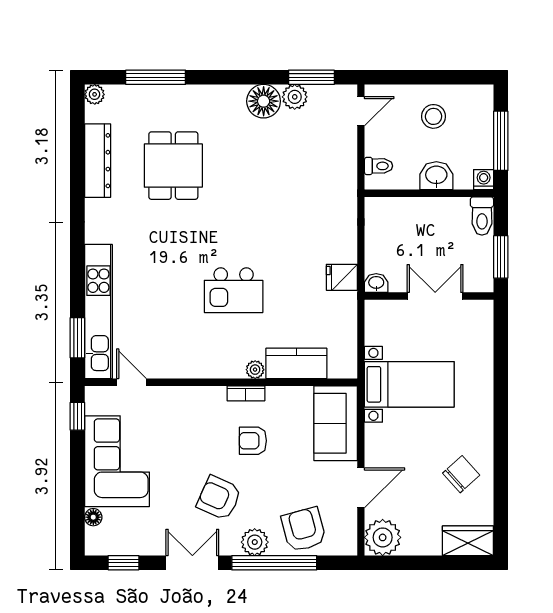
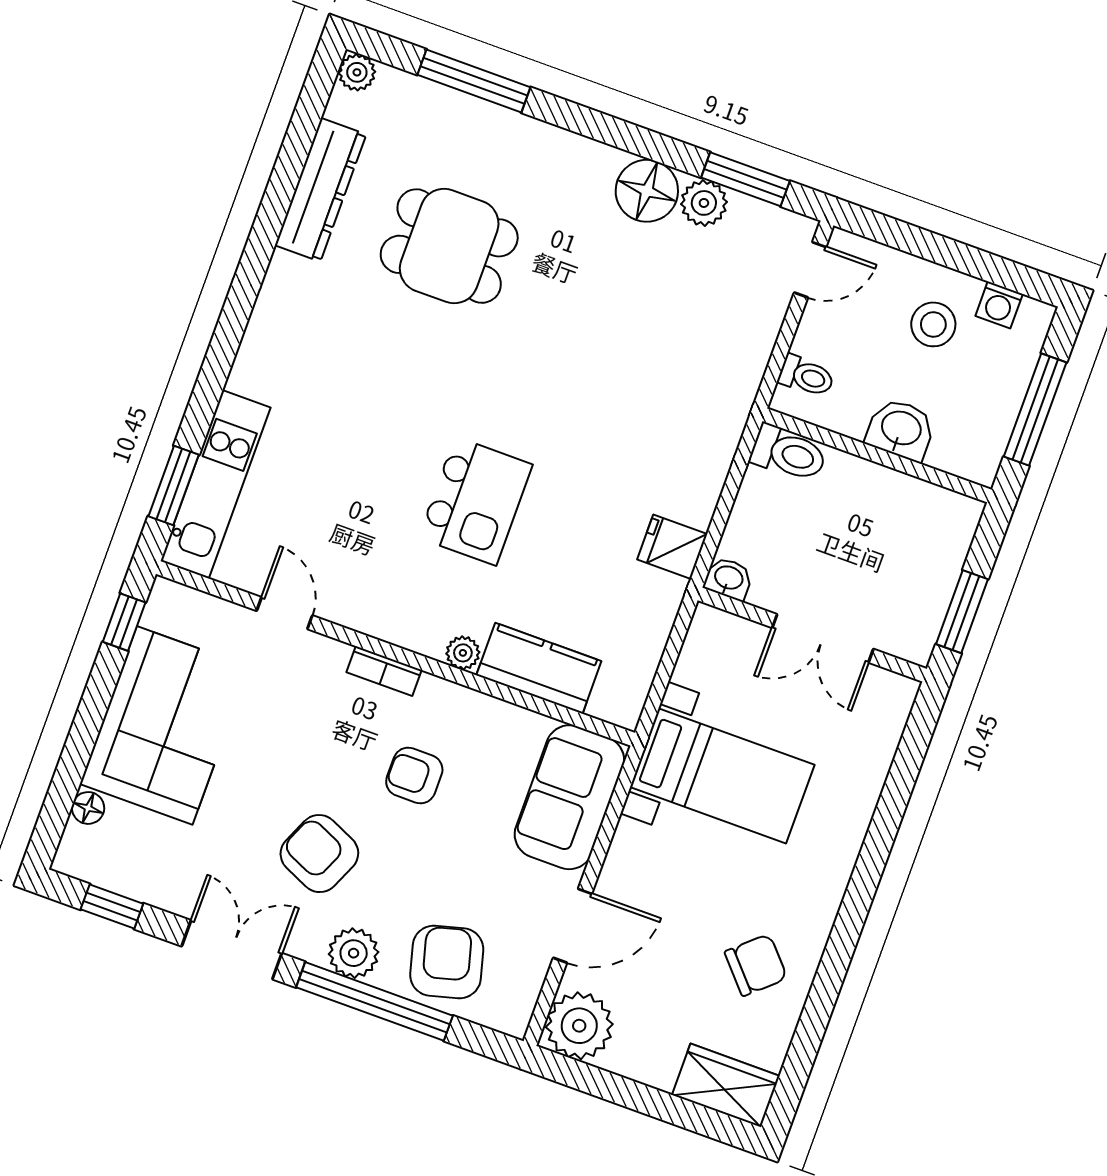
dining table: (173, 166) -> (449, 246), turned 90
washing machine: (484, 180) -> (999, 305), moved, turned 180
toilet: (482, 216) -> (788, 453), moved, turned -90
kitchen island: (234, 290) -> (476, 501), turned -90
double door: (435, 296) -> (823, 638), swing flipped
kitchen unit: (98, 312) -> (215, 484), width x0.73
door: (132, 382) -> (284, 613), moved
bookcase: (246, 393) -> (384, 671), moved

